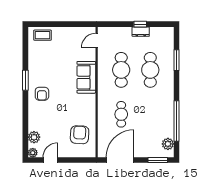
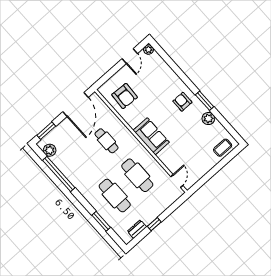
dresser: (141, 32) -> (137, 229), moved
sofa: (86, 77) -> (151, 136), moved
plant: (34, 137) -> (208, 119), moved

